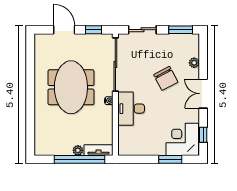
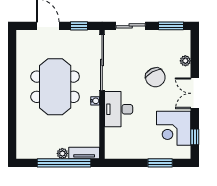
corner desk: (182, 139) -> (174, 128), moved, turned -90

